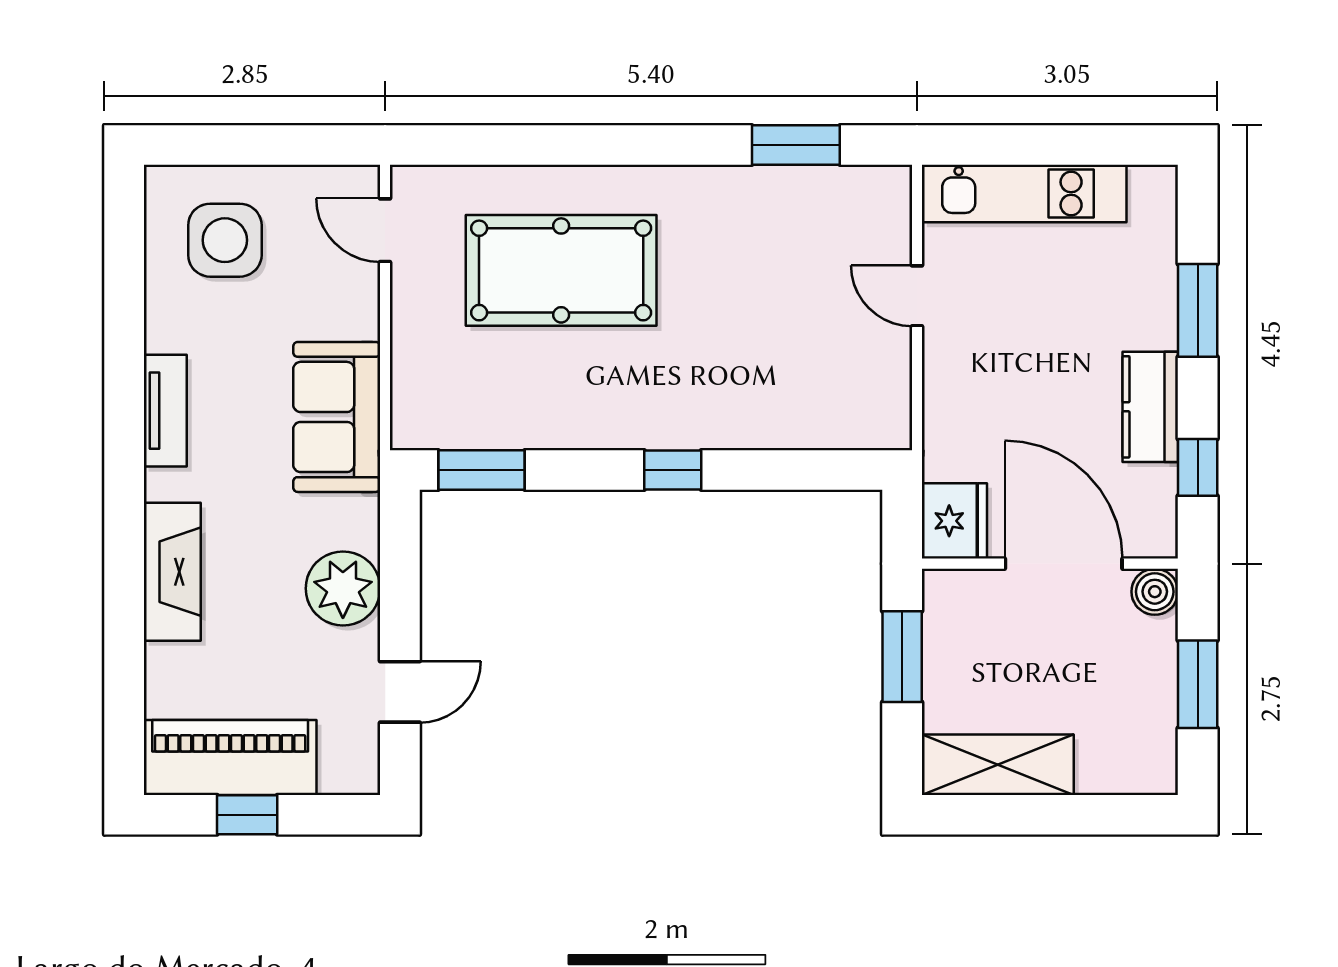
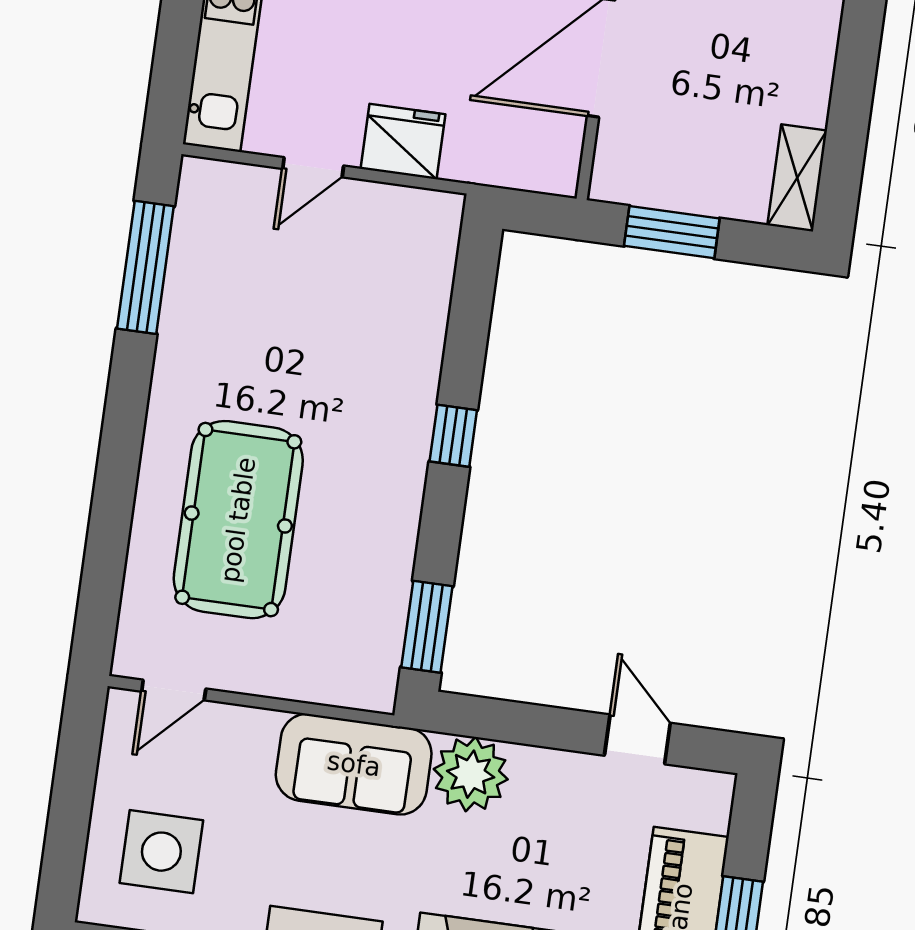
window: (796, 145) -> (145, 267), width x1.44
fridge: (954, 521) -> (403, 142), moved
plant: (343, 588) -> (471, 774), moved
shelving: (998, 765) -> (797, 178), width x0.67, depth x0.75

